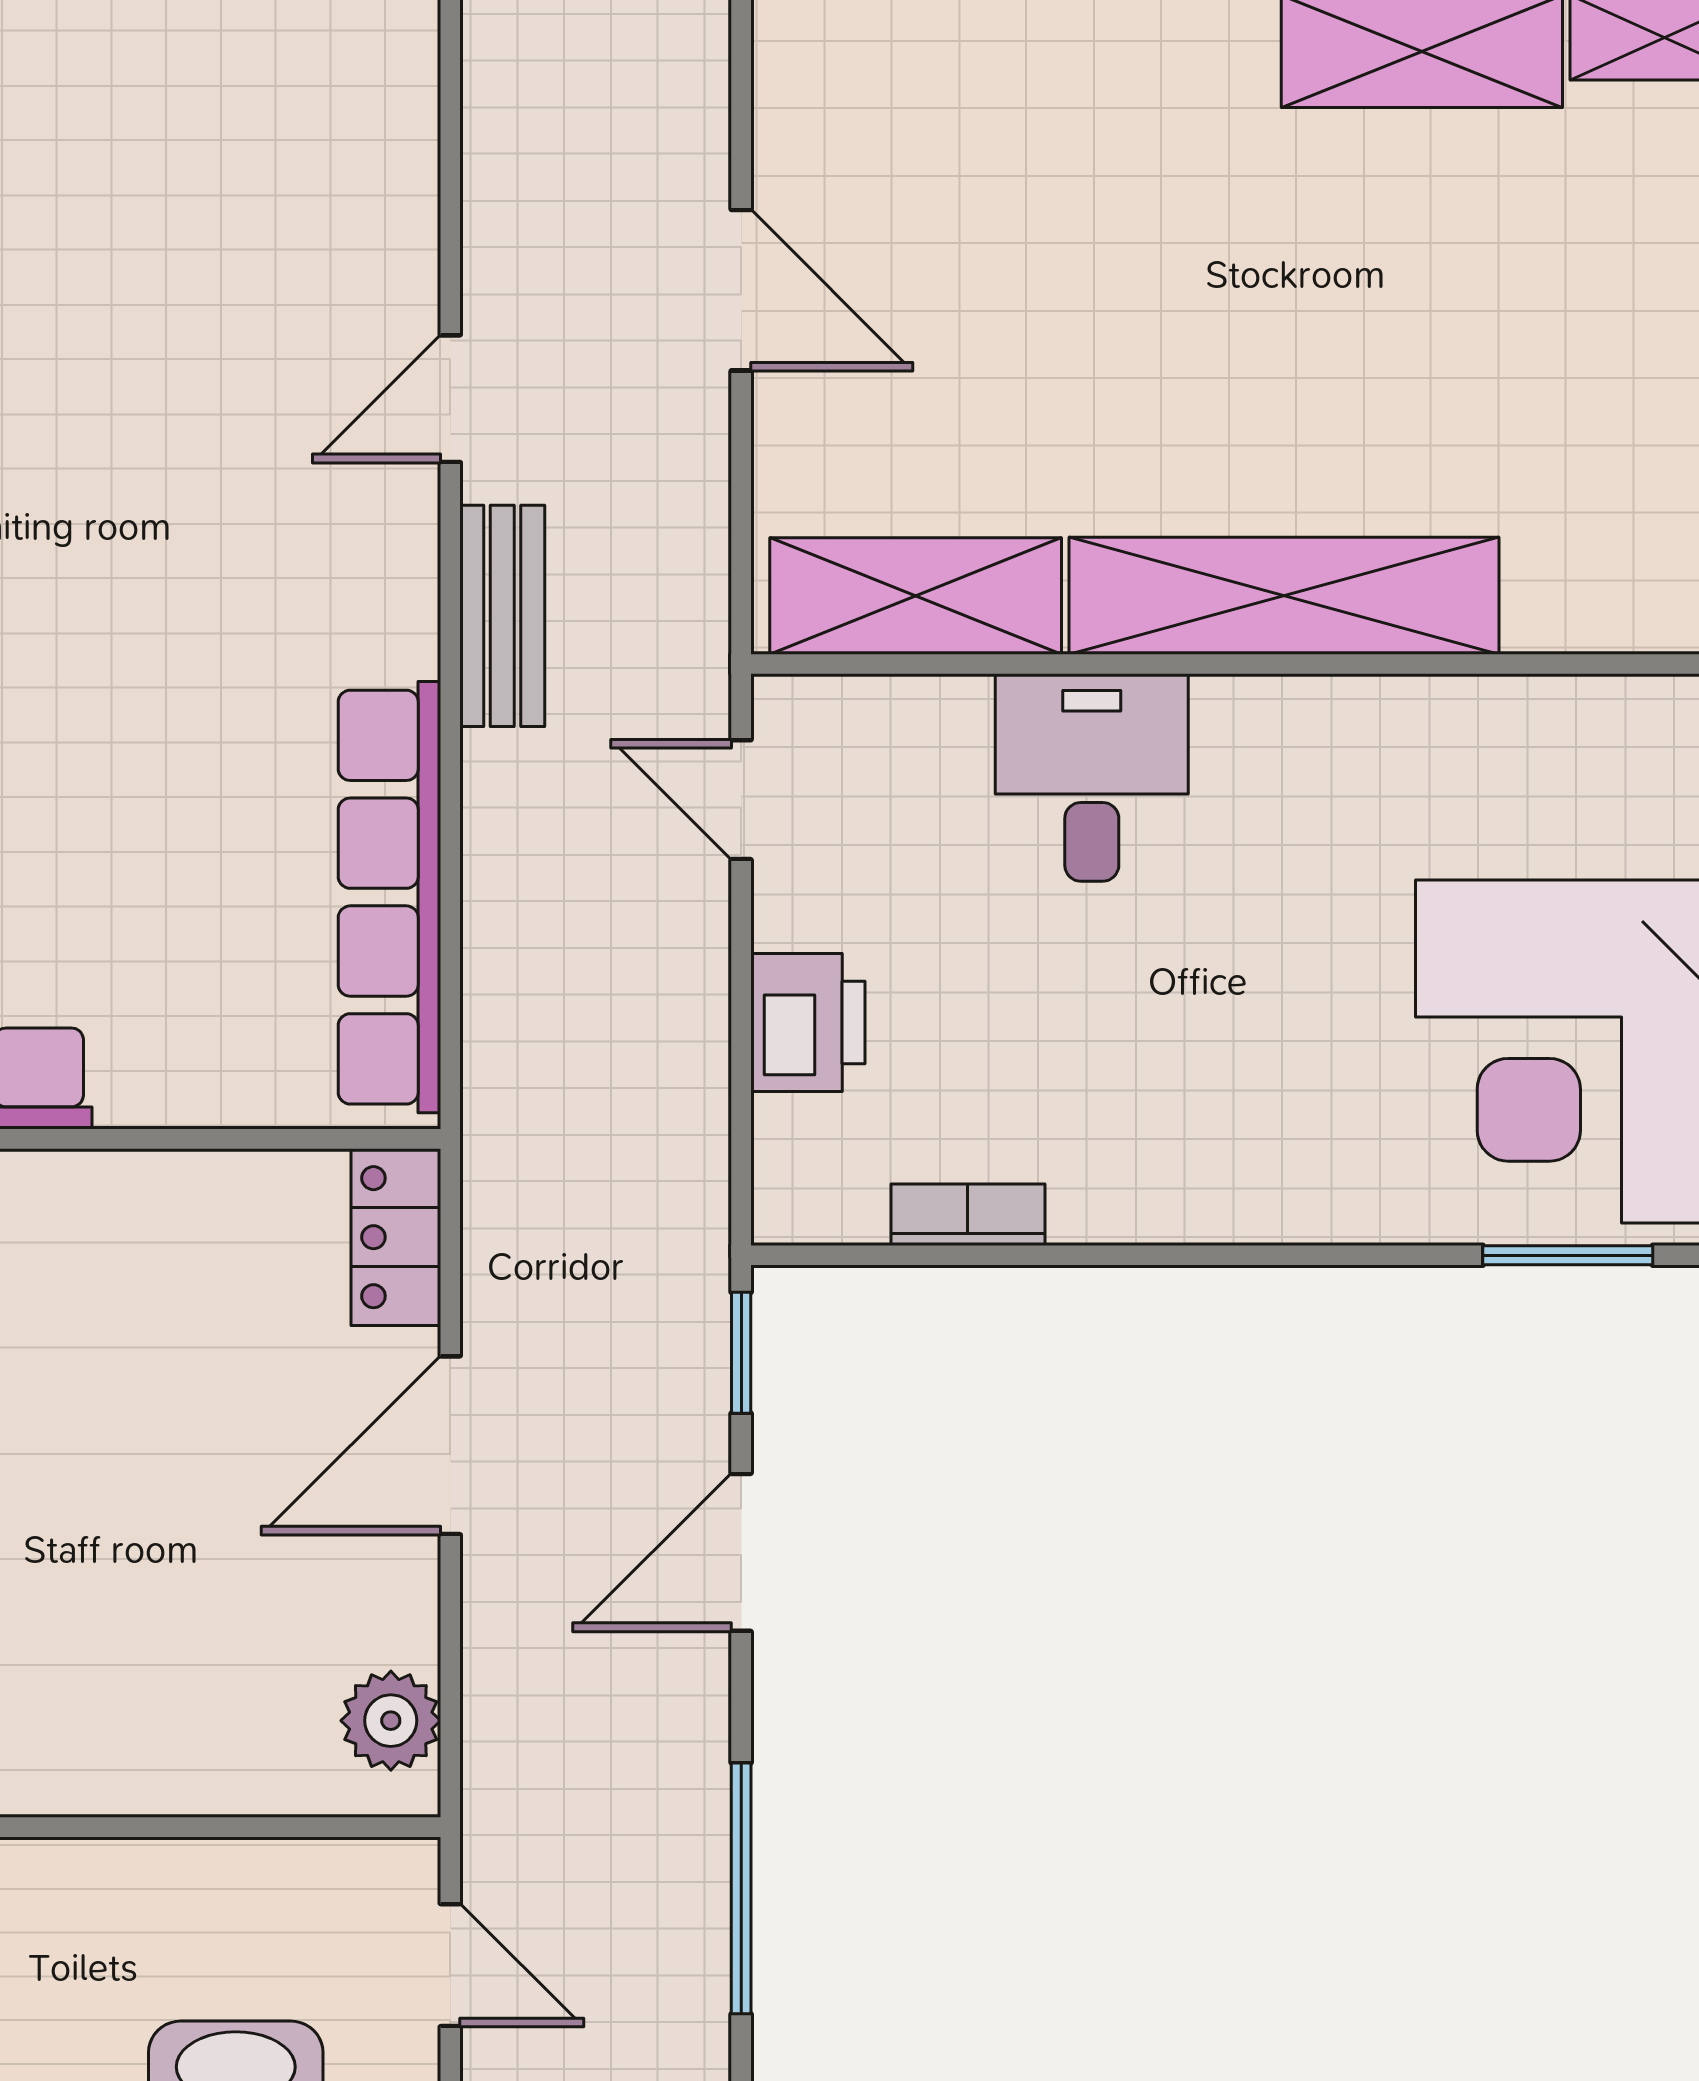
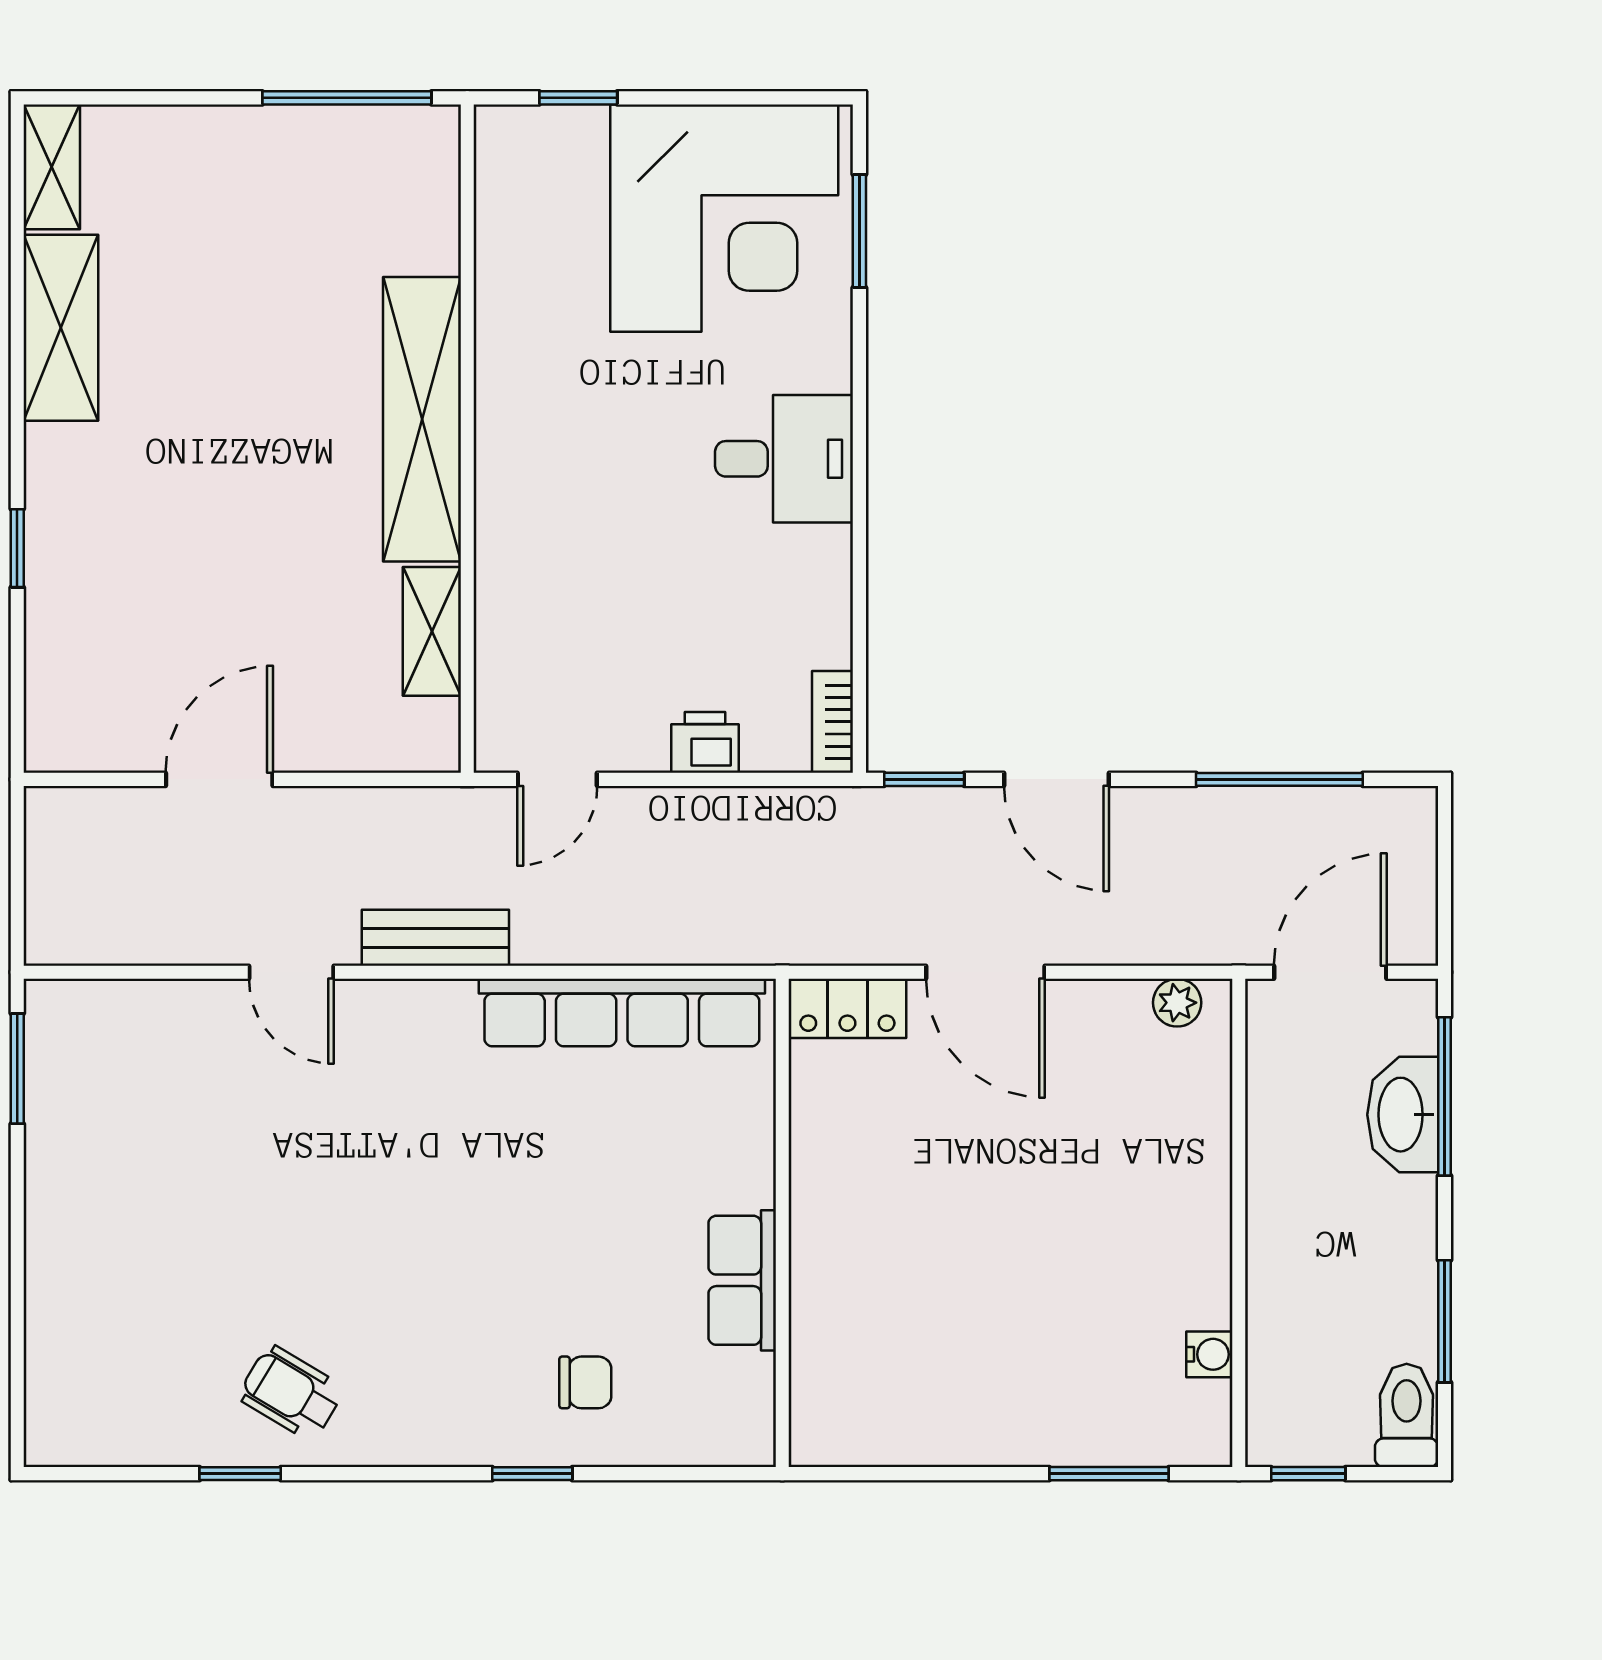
shelving: (916, 596) -> (432, 631), width x0.67, depth x0.75
desk: (1092, 777) -> (784, 459), moved, turned 180
printer: (808, 1022) -> (705, 742), width x0.73, depth x0.81
bookcase: (968, 1215) -> (833, 722), moved
plant: (391, 1721) -> (1177, 1003), width x0.73, depth x0.73
door: (450, 1965) -> (1330, 972), width x1.38

